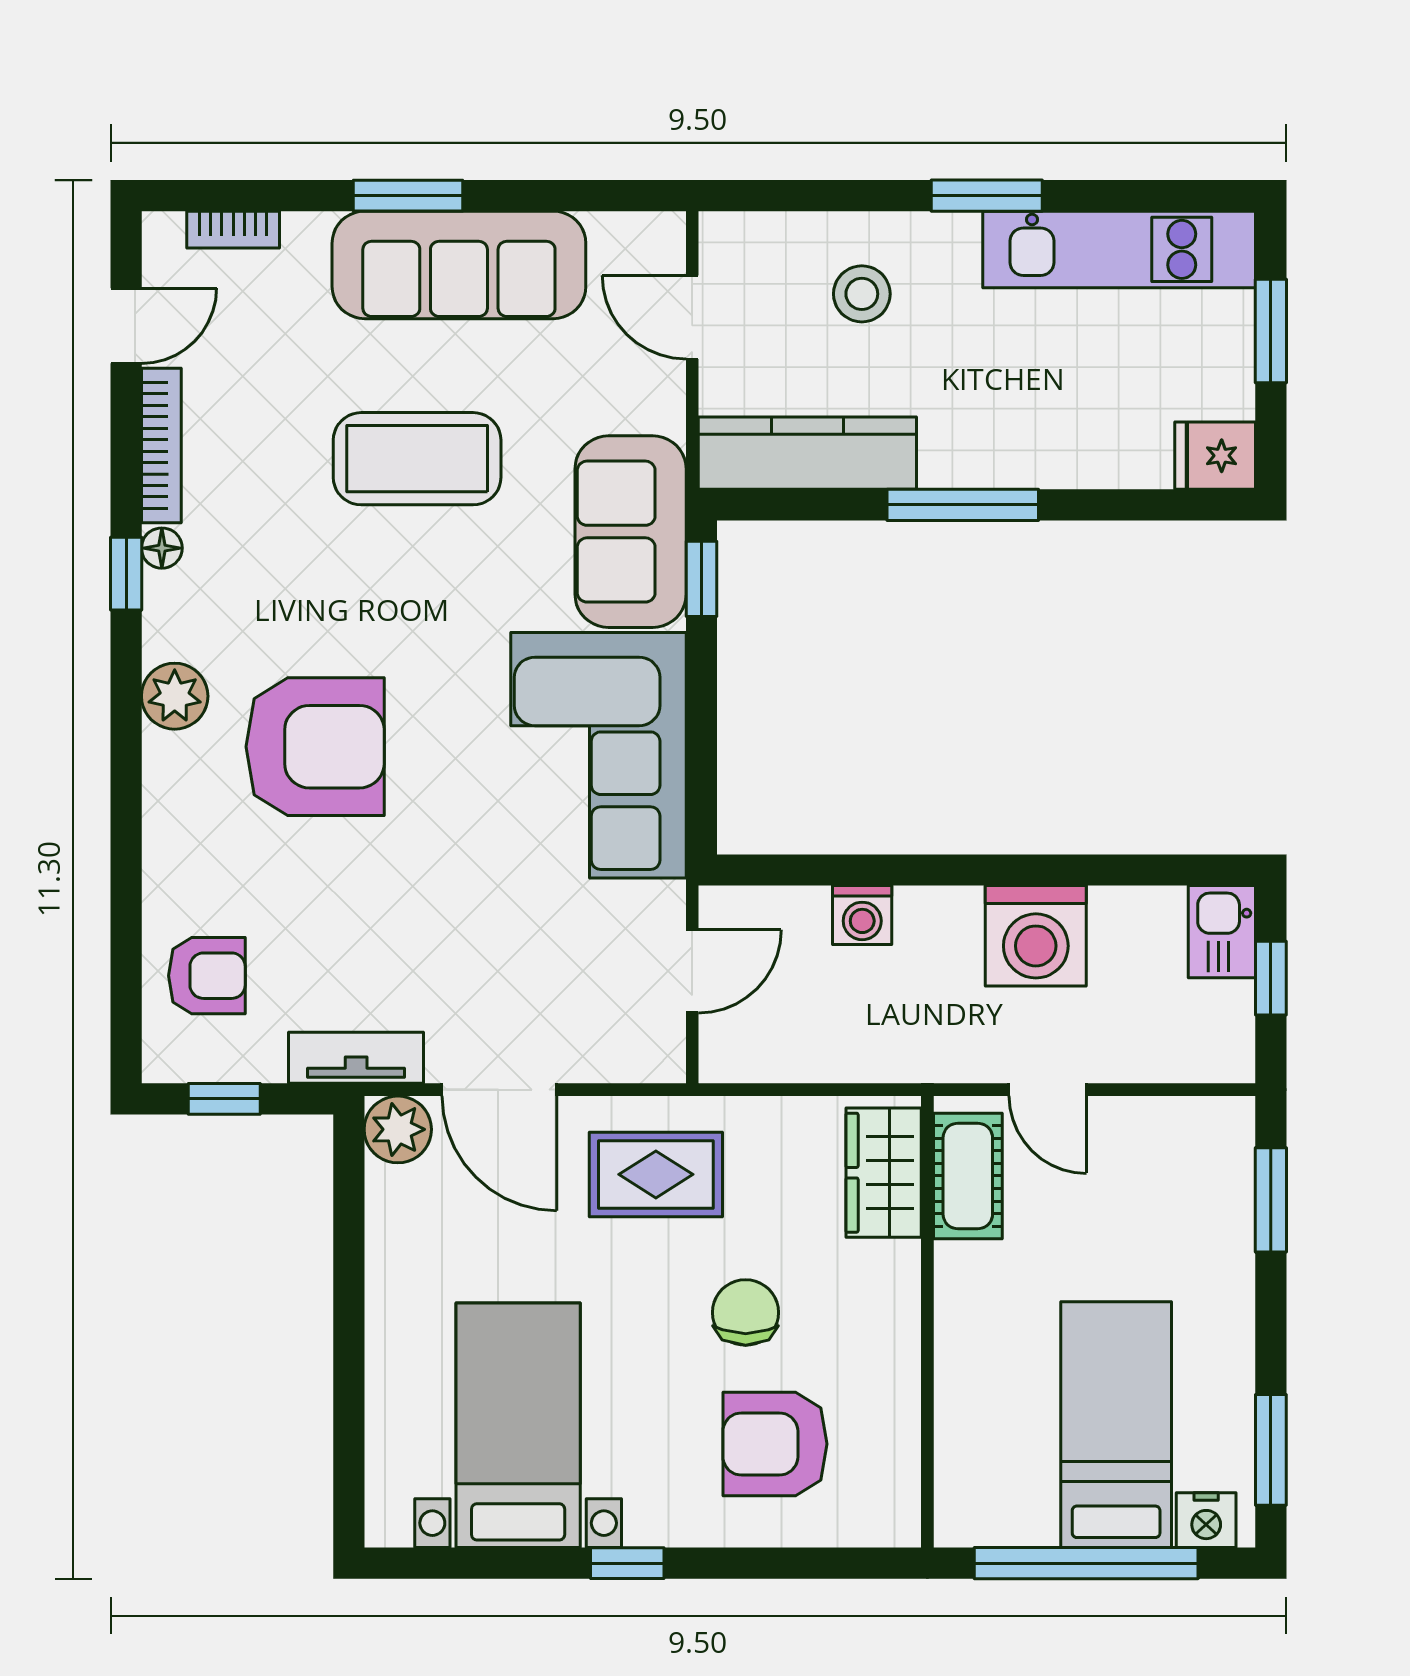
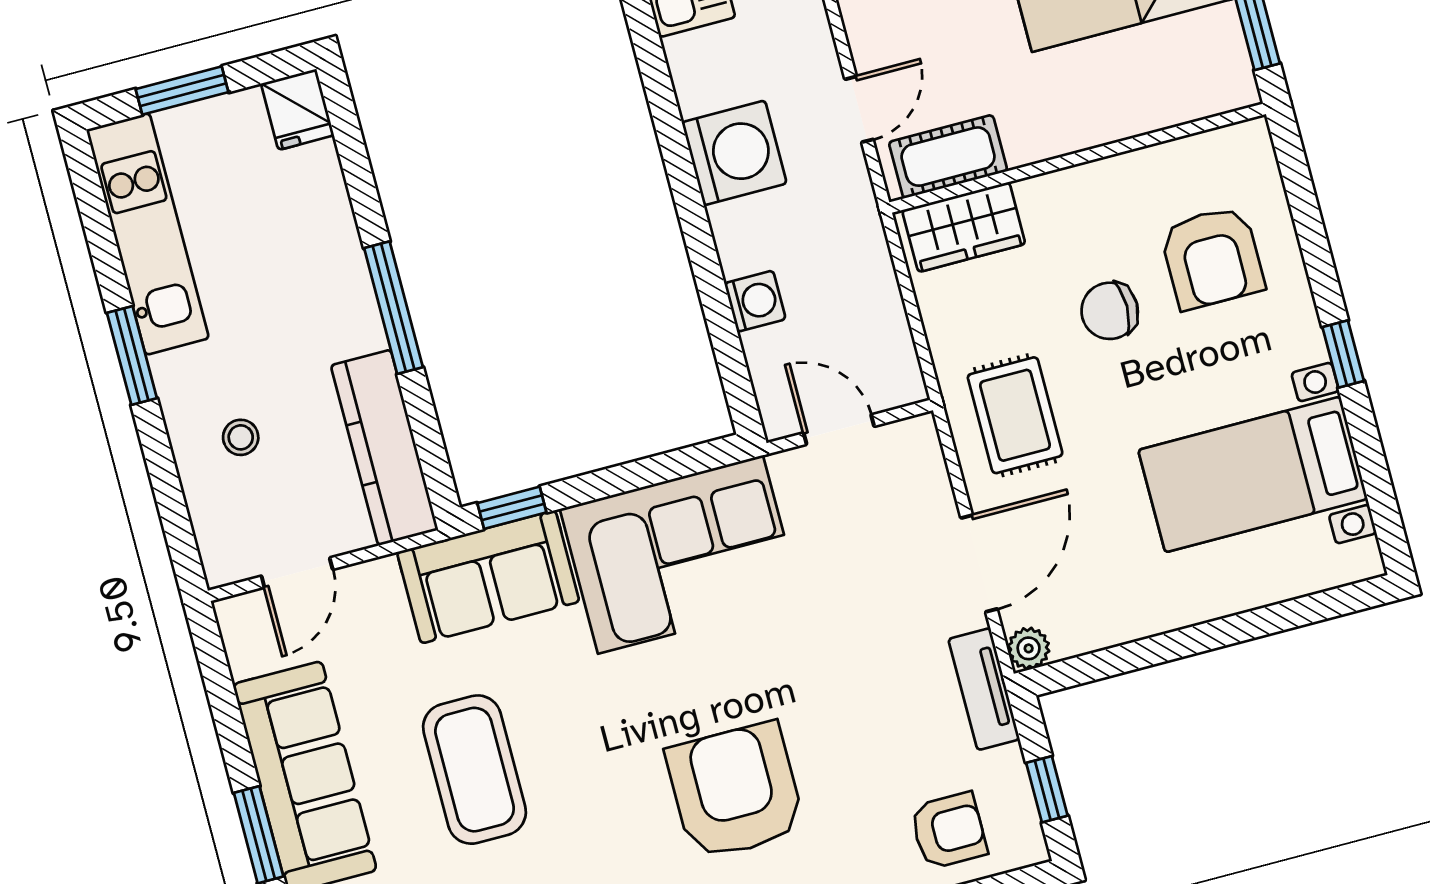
stool: (862, 294) -> (241, 437), width x0.73, depth x0.73
armchair: (207, 976) -> (949, 831), turned 90
plant: (398, 1129) -> (1029, 648), width x0.73, depth x0.73

